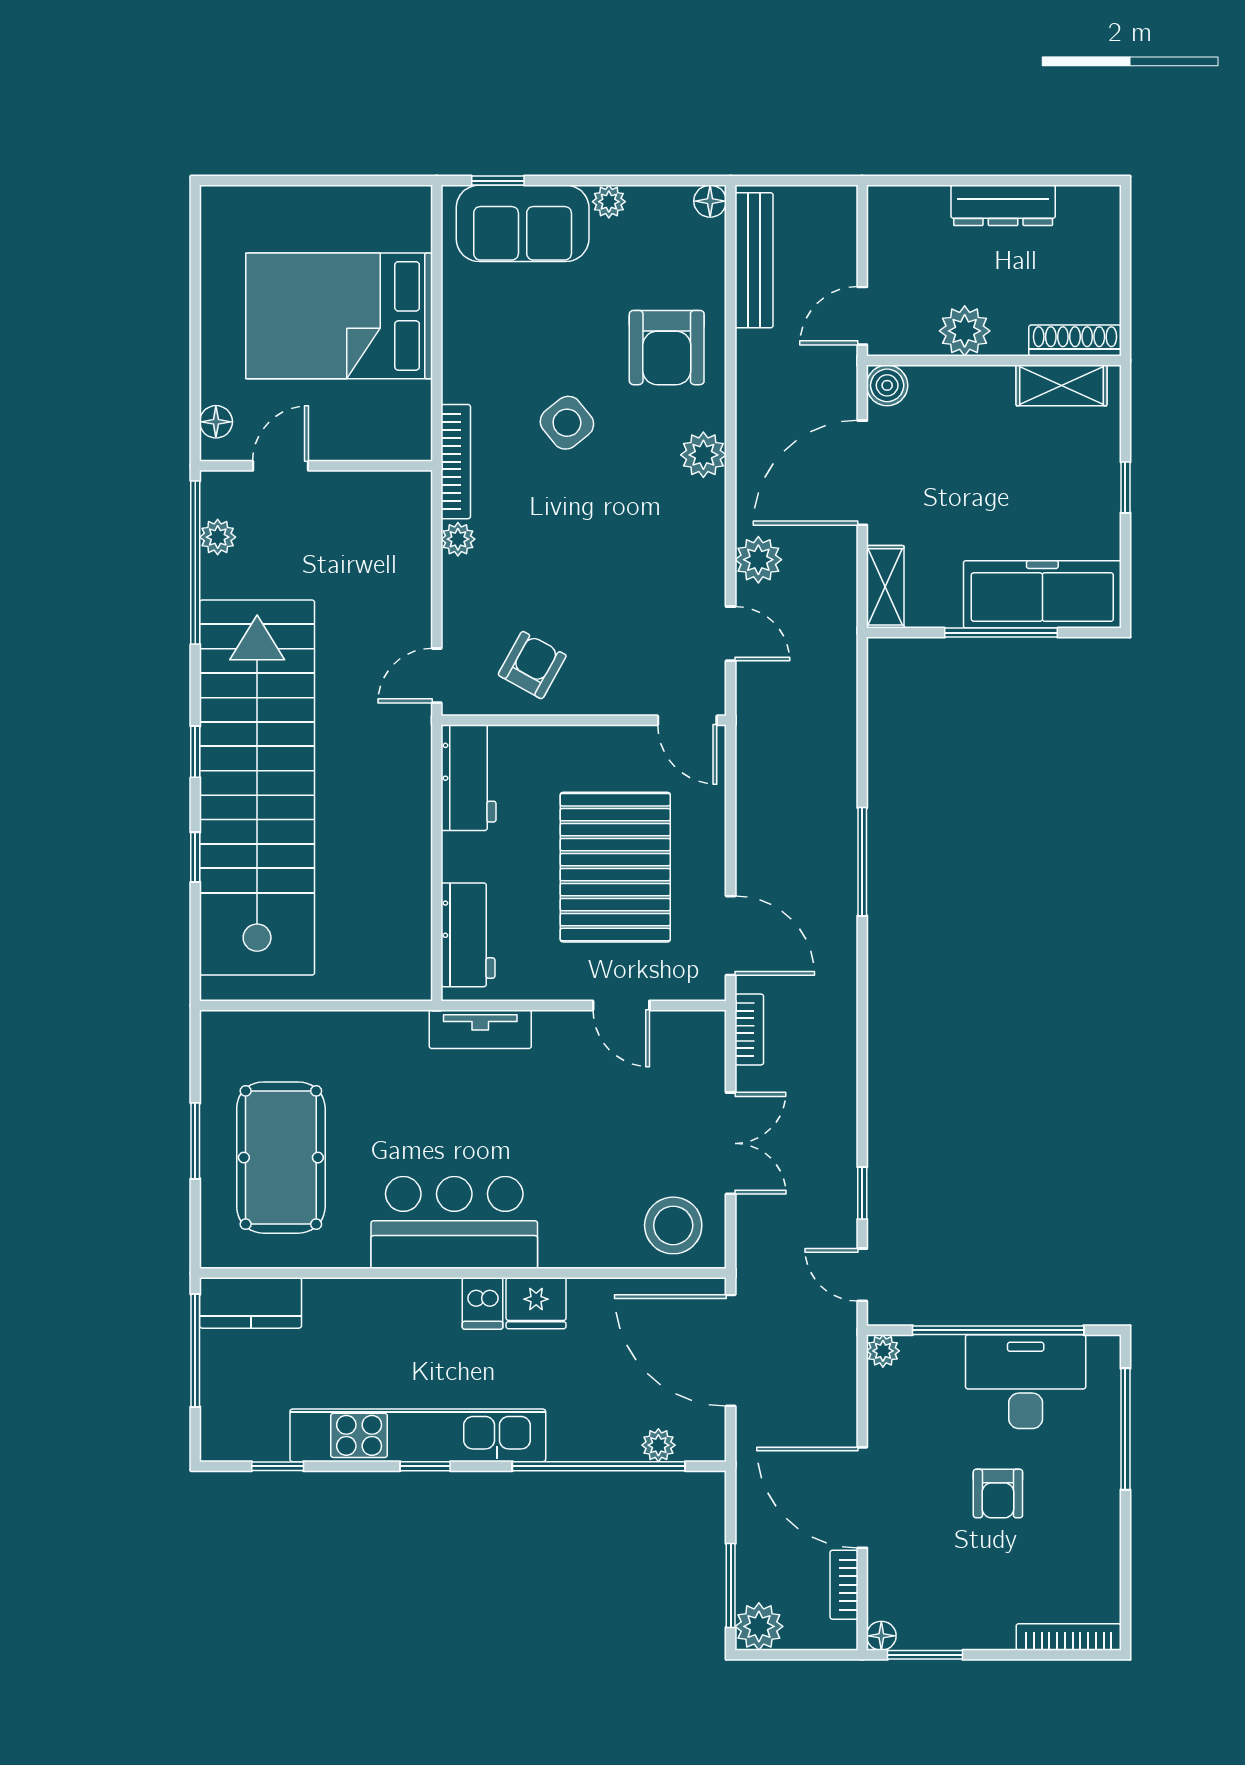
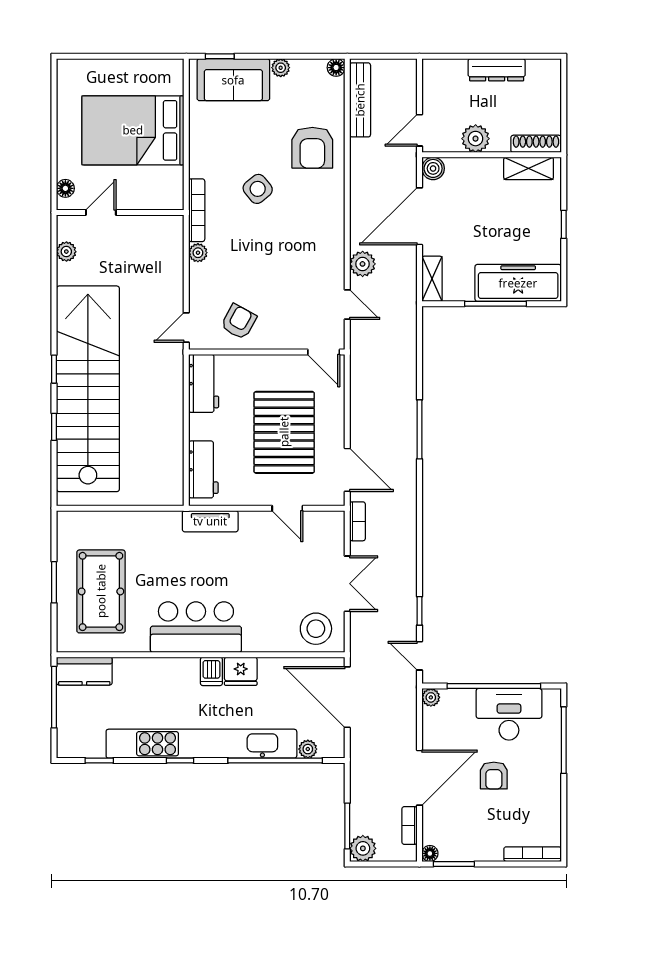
plant: (703, 455) -> (332, 206), removed
window: (195, 563) -> (54, 266), removed
kitchen unit: (418, 1435) -> (201, 744), width x1.36
door: (862, 1498) -> (419, 778), swing flipped

